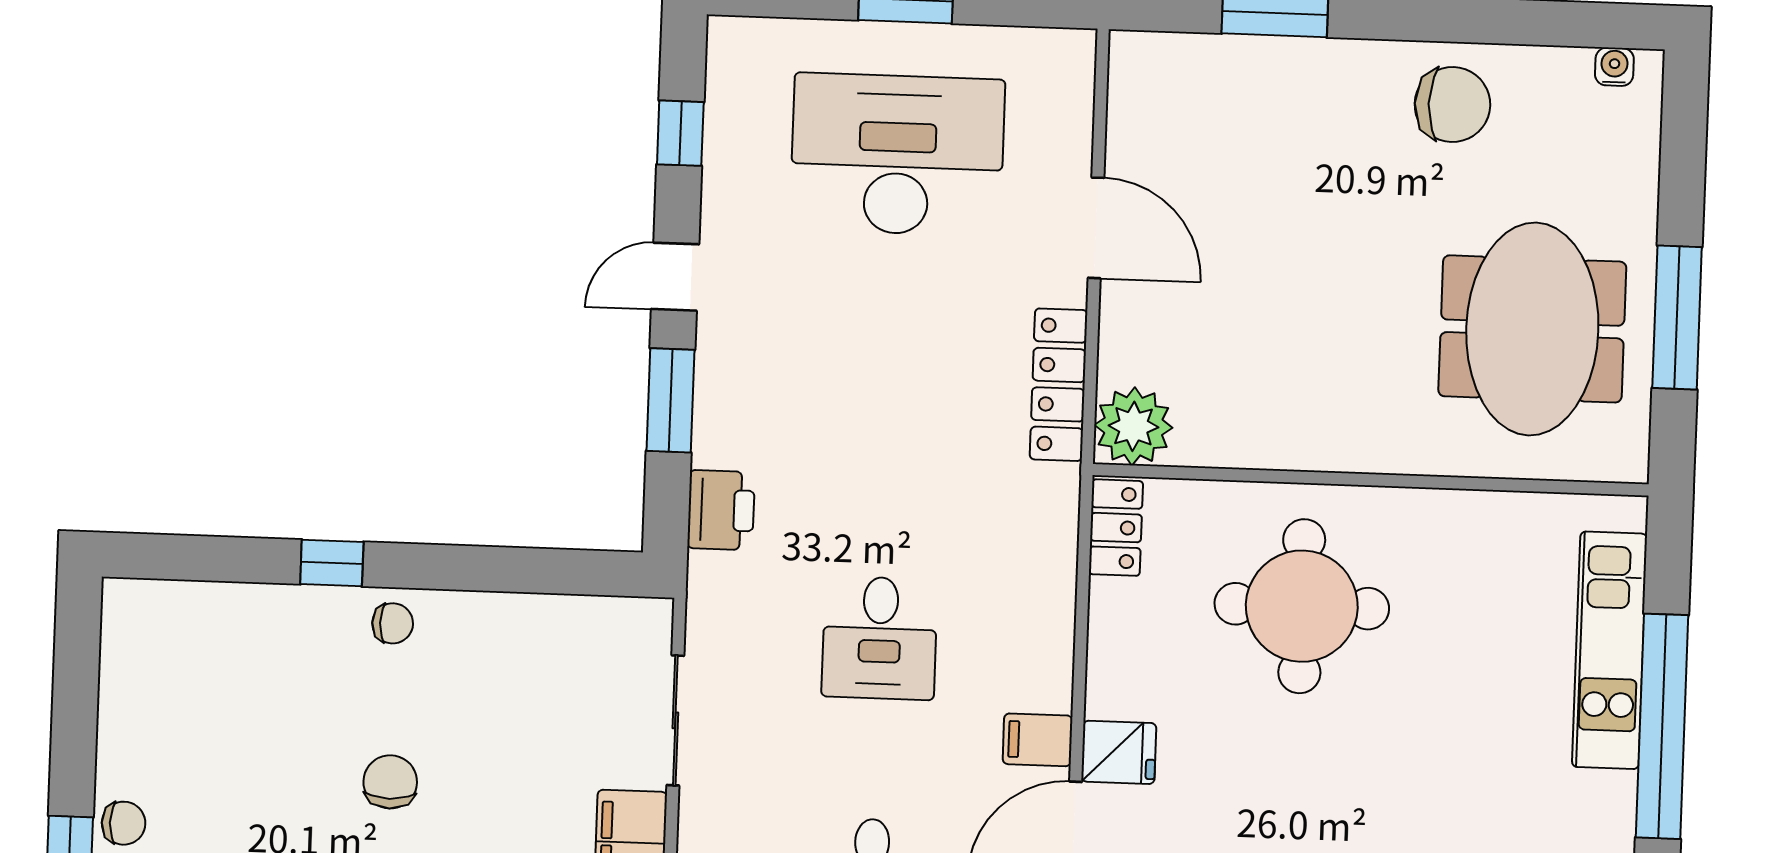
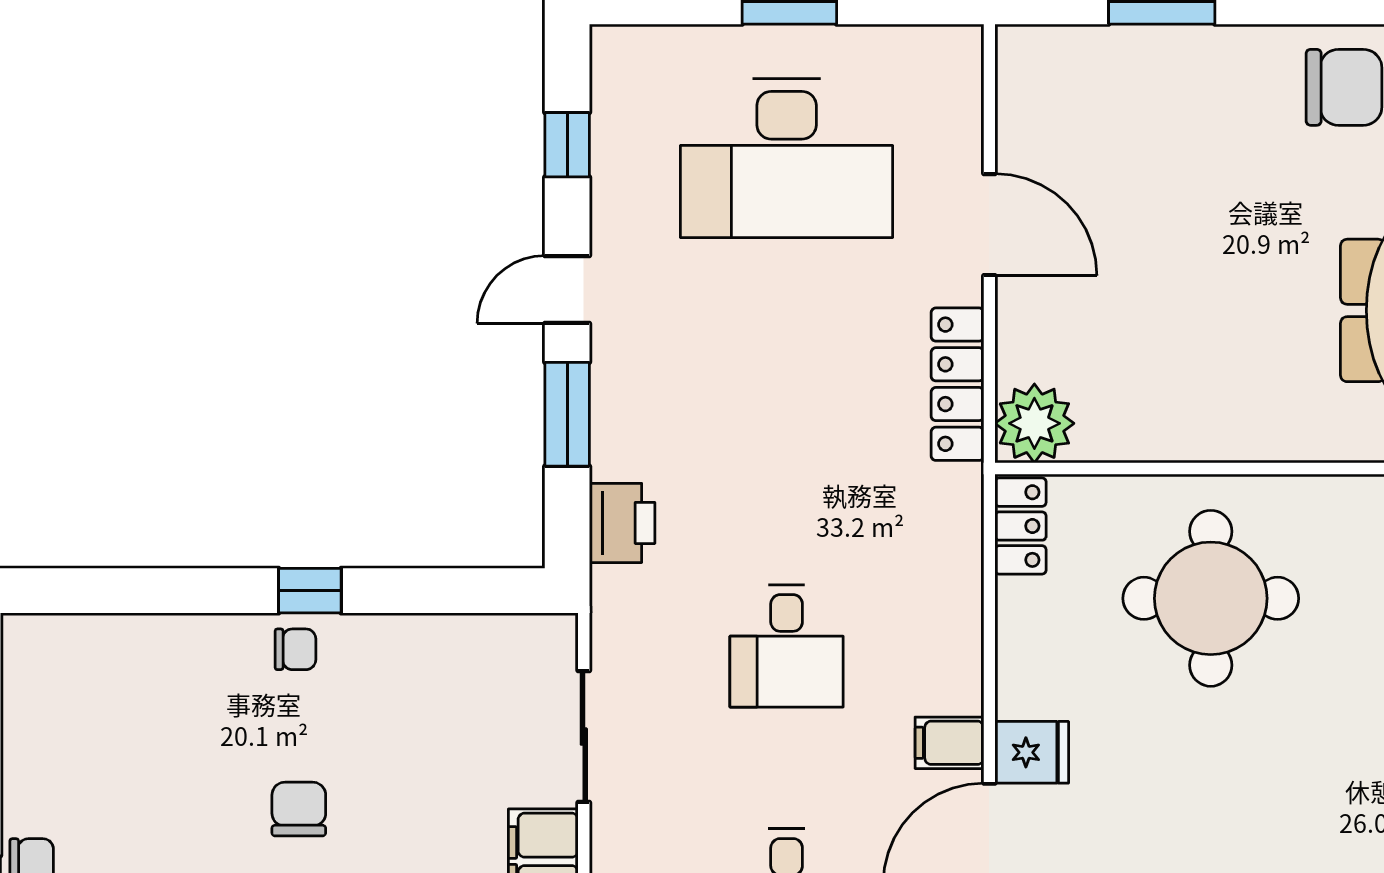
desk: (897, 154) -> (787, 158), turned 180
window: (332, 563) -> (310, 591), moved

